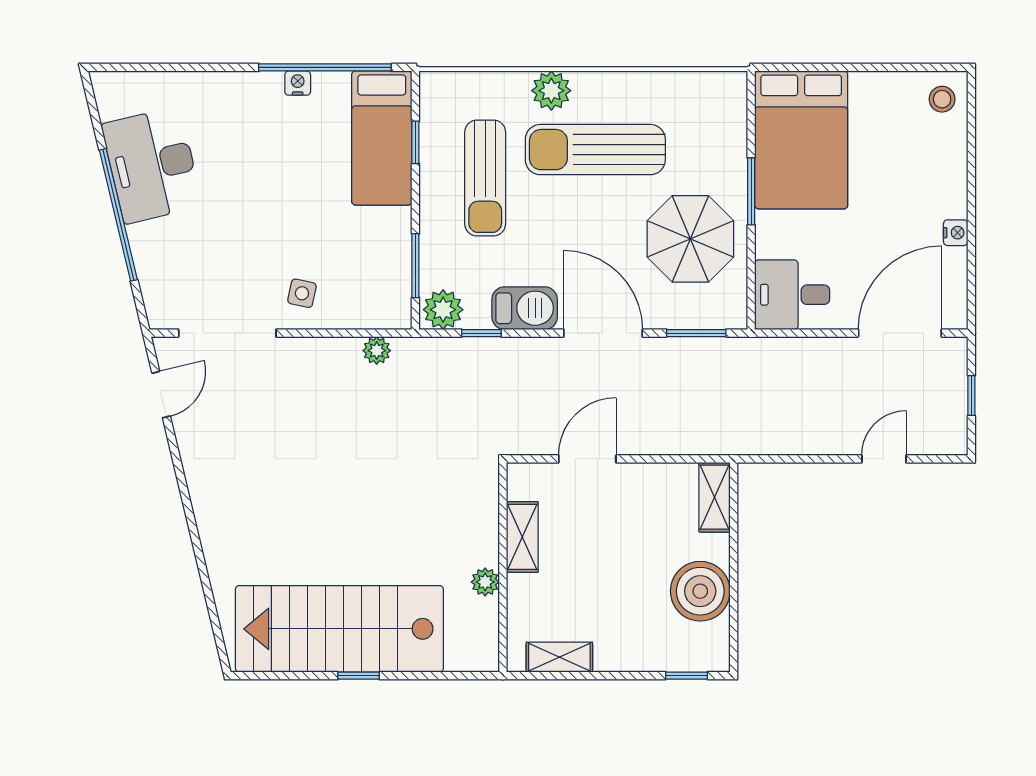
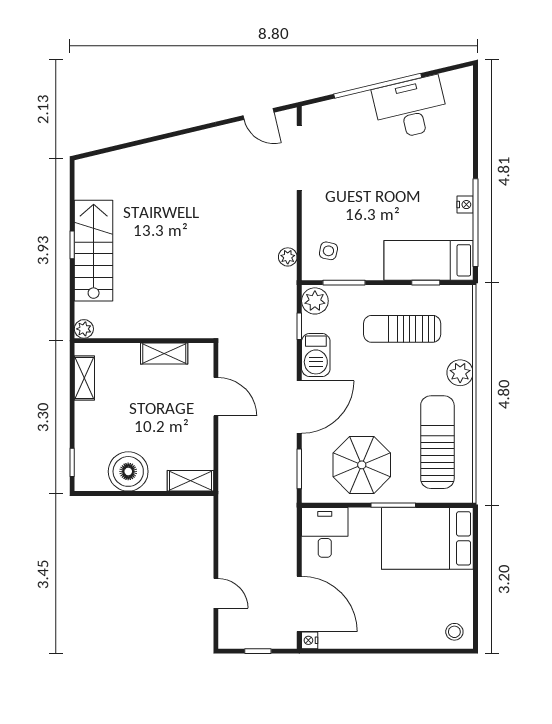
sun lounger: (595, 150) -> (437, 442), moved
nightstand: (956, 233) -> (310, 640), moved, turned 90
side table: (302, 293) -> (328, 251), moved
plant: (485, 582) -> (84, 329), moved
stairs: (339, 629) -> (94, 251), width x0.73, depth x0.66

